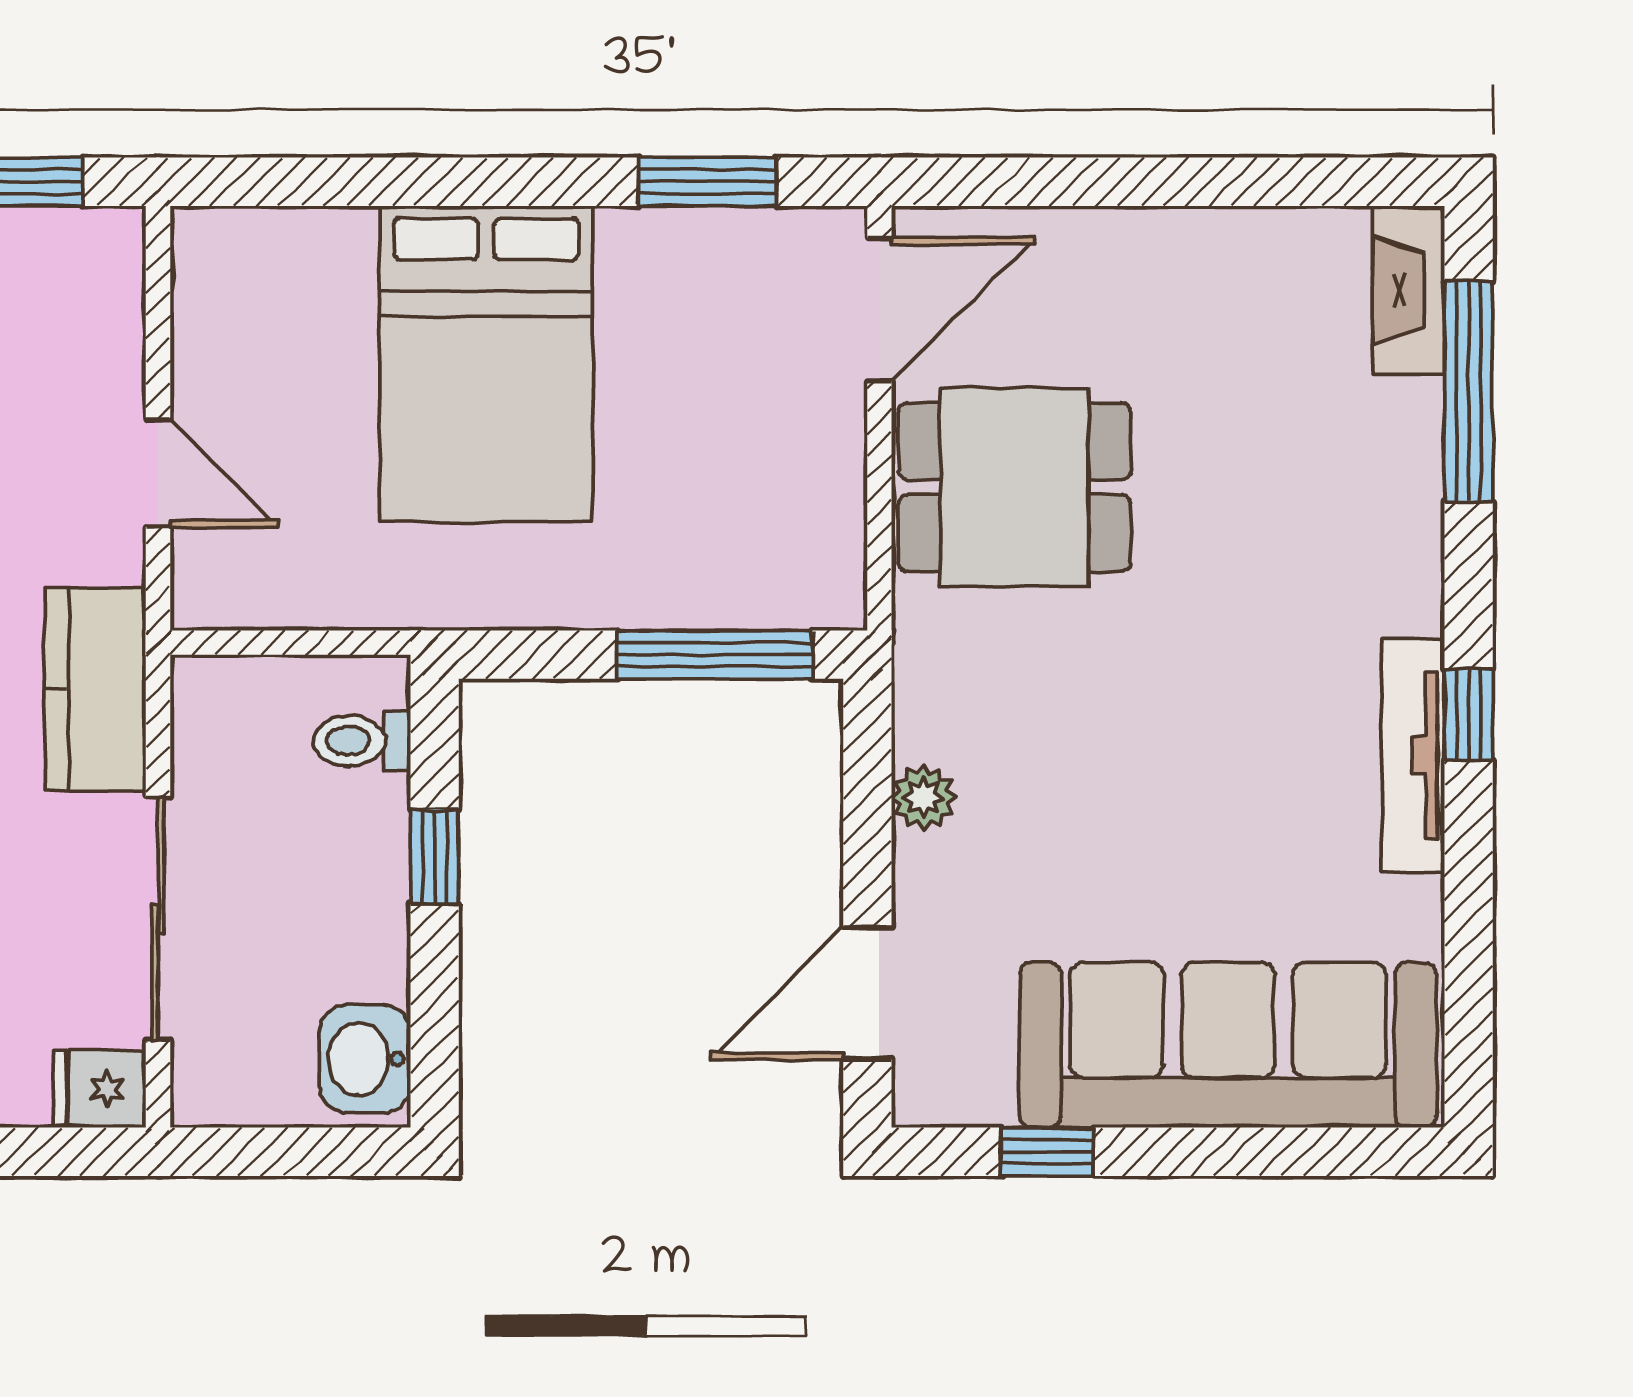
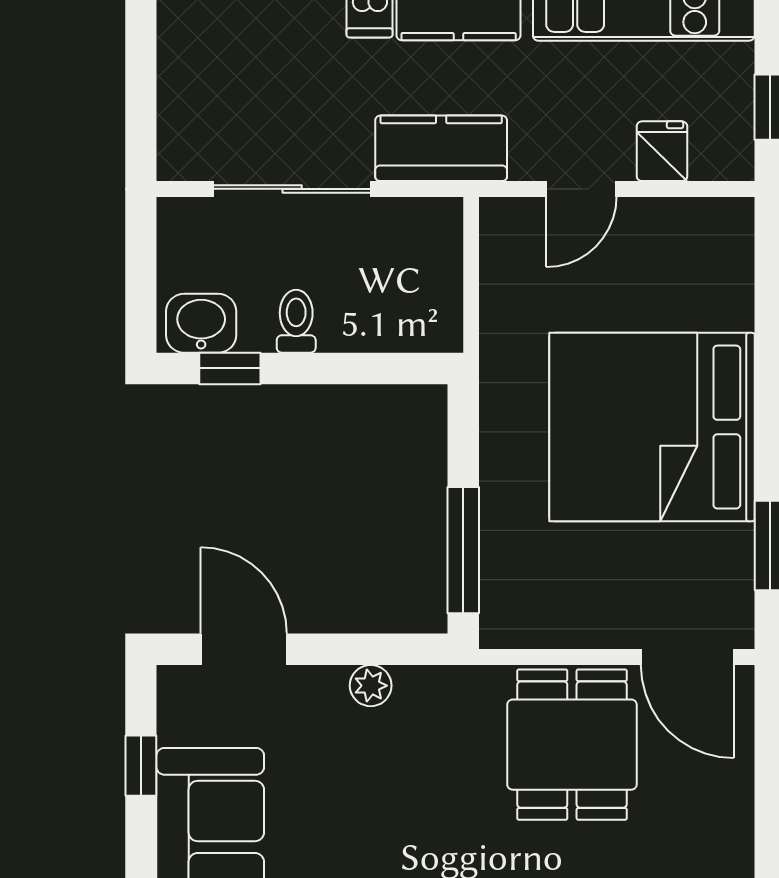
bed: (486, 364) -> (652, 427), width x1.36
toilet: (362, 741) -> (296, 321), moved
window: (435, 857) -> (230, 368), moved
fridge: (100, 1089) -> (662, 151), moved

